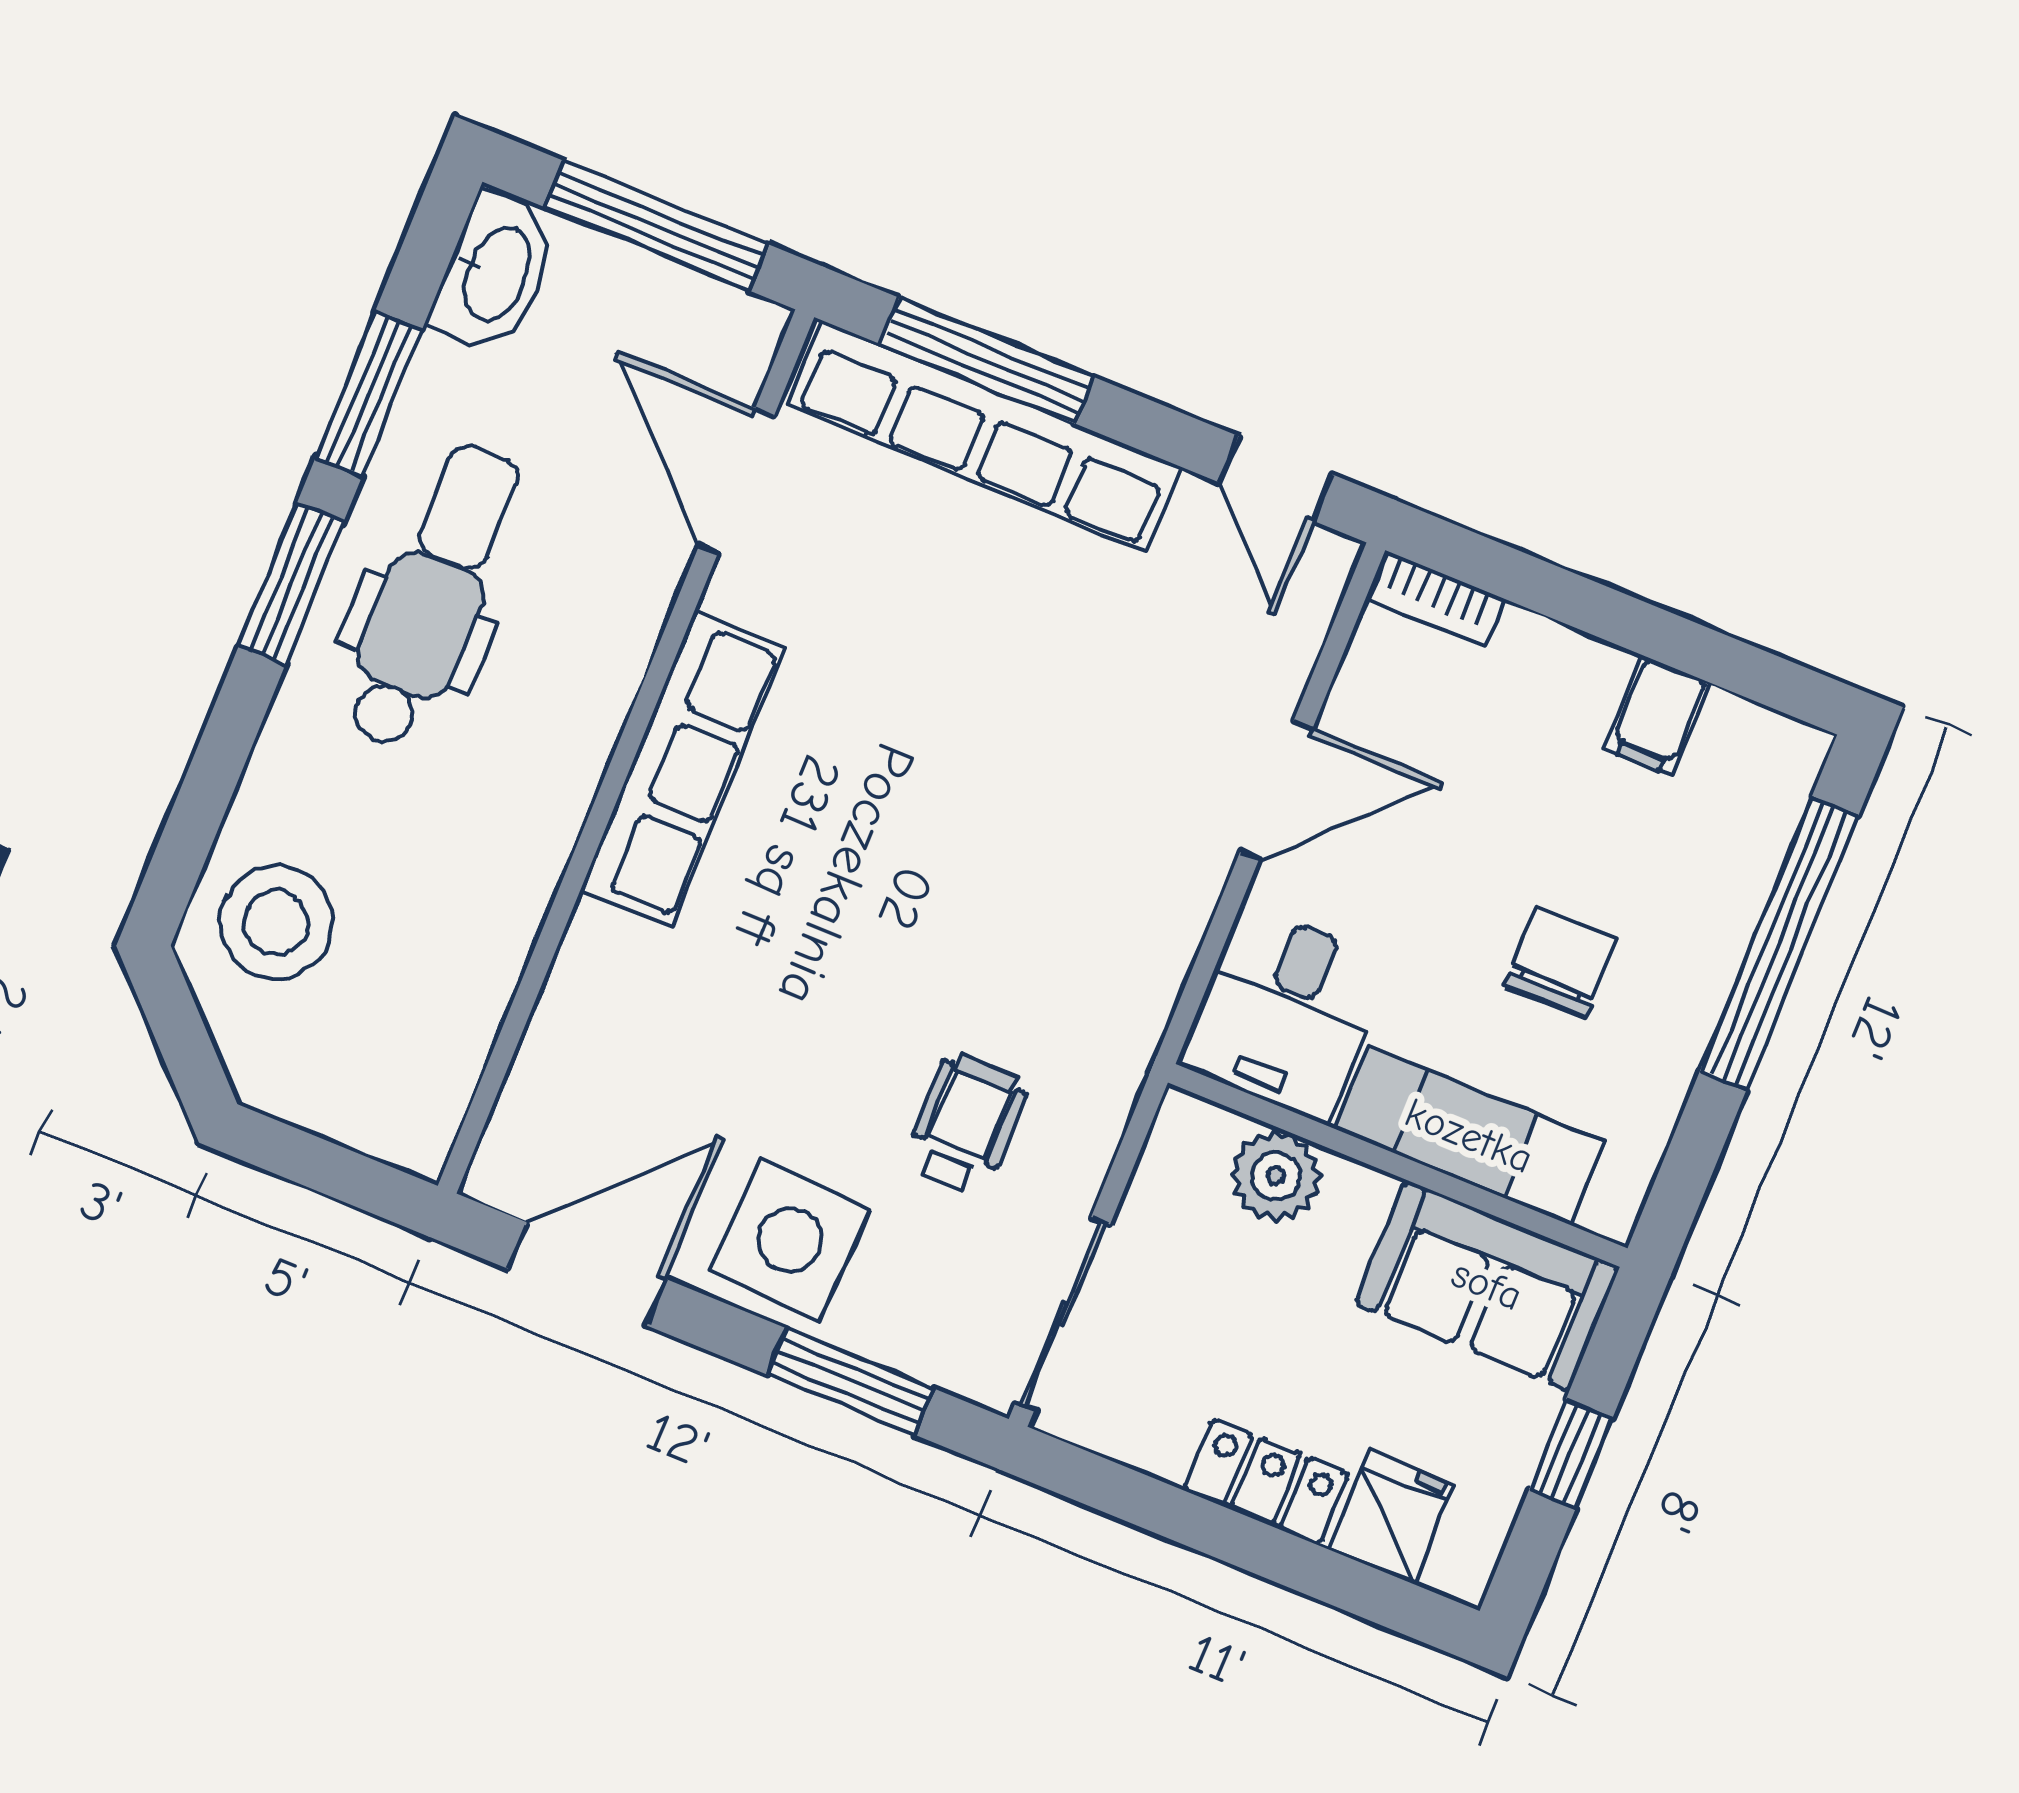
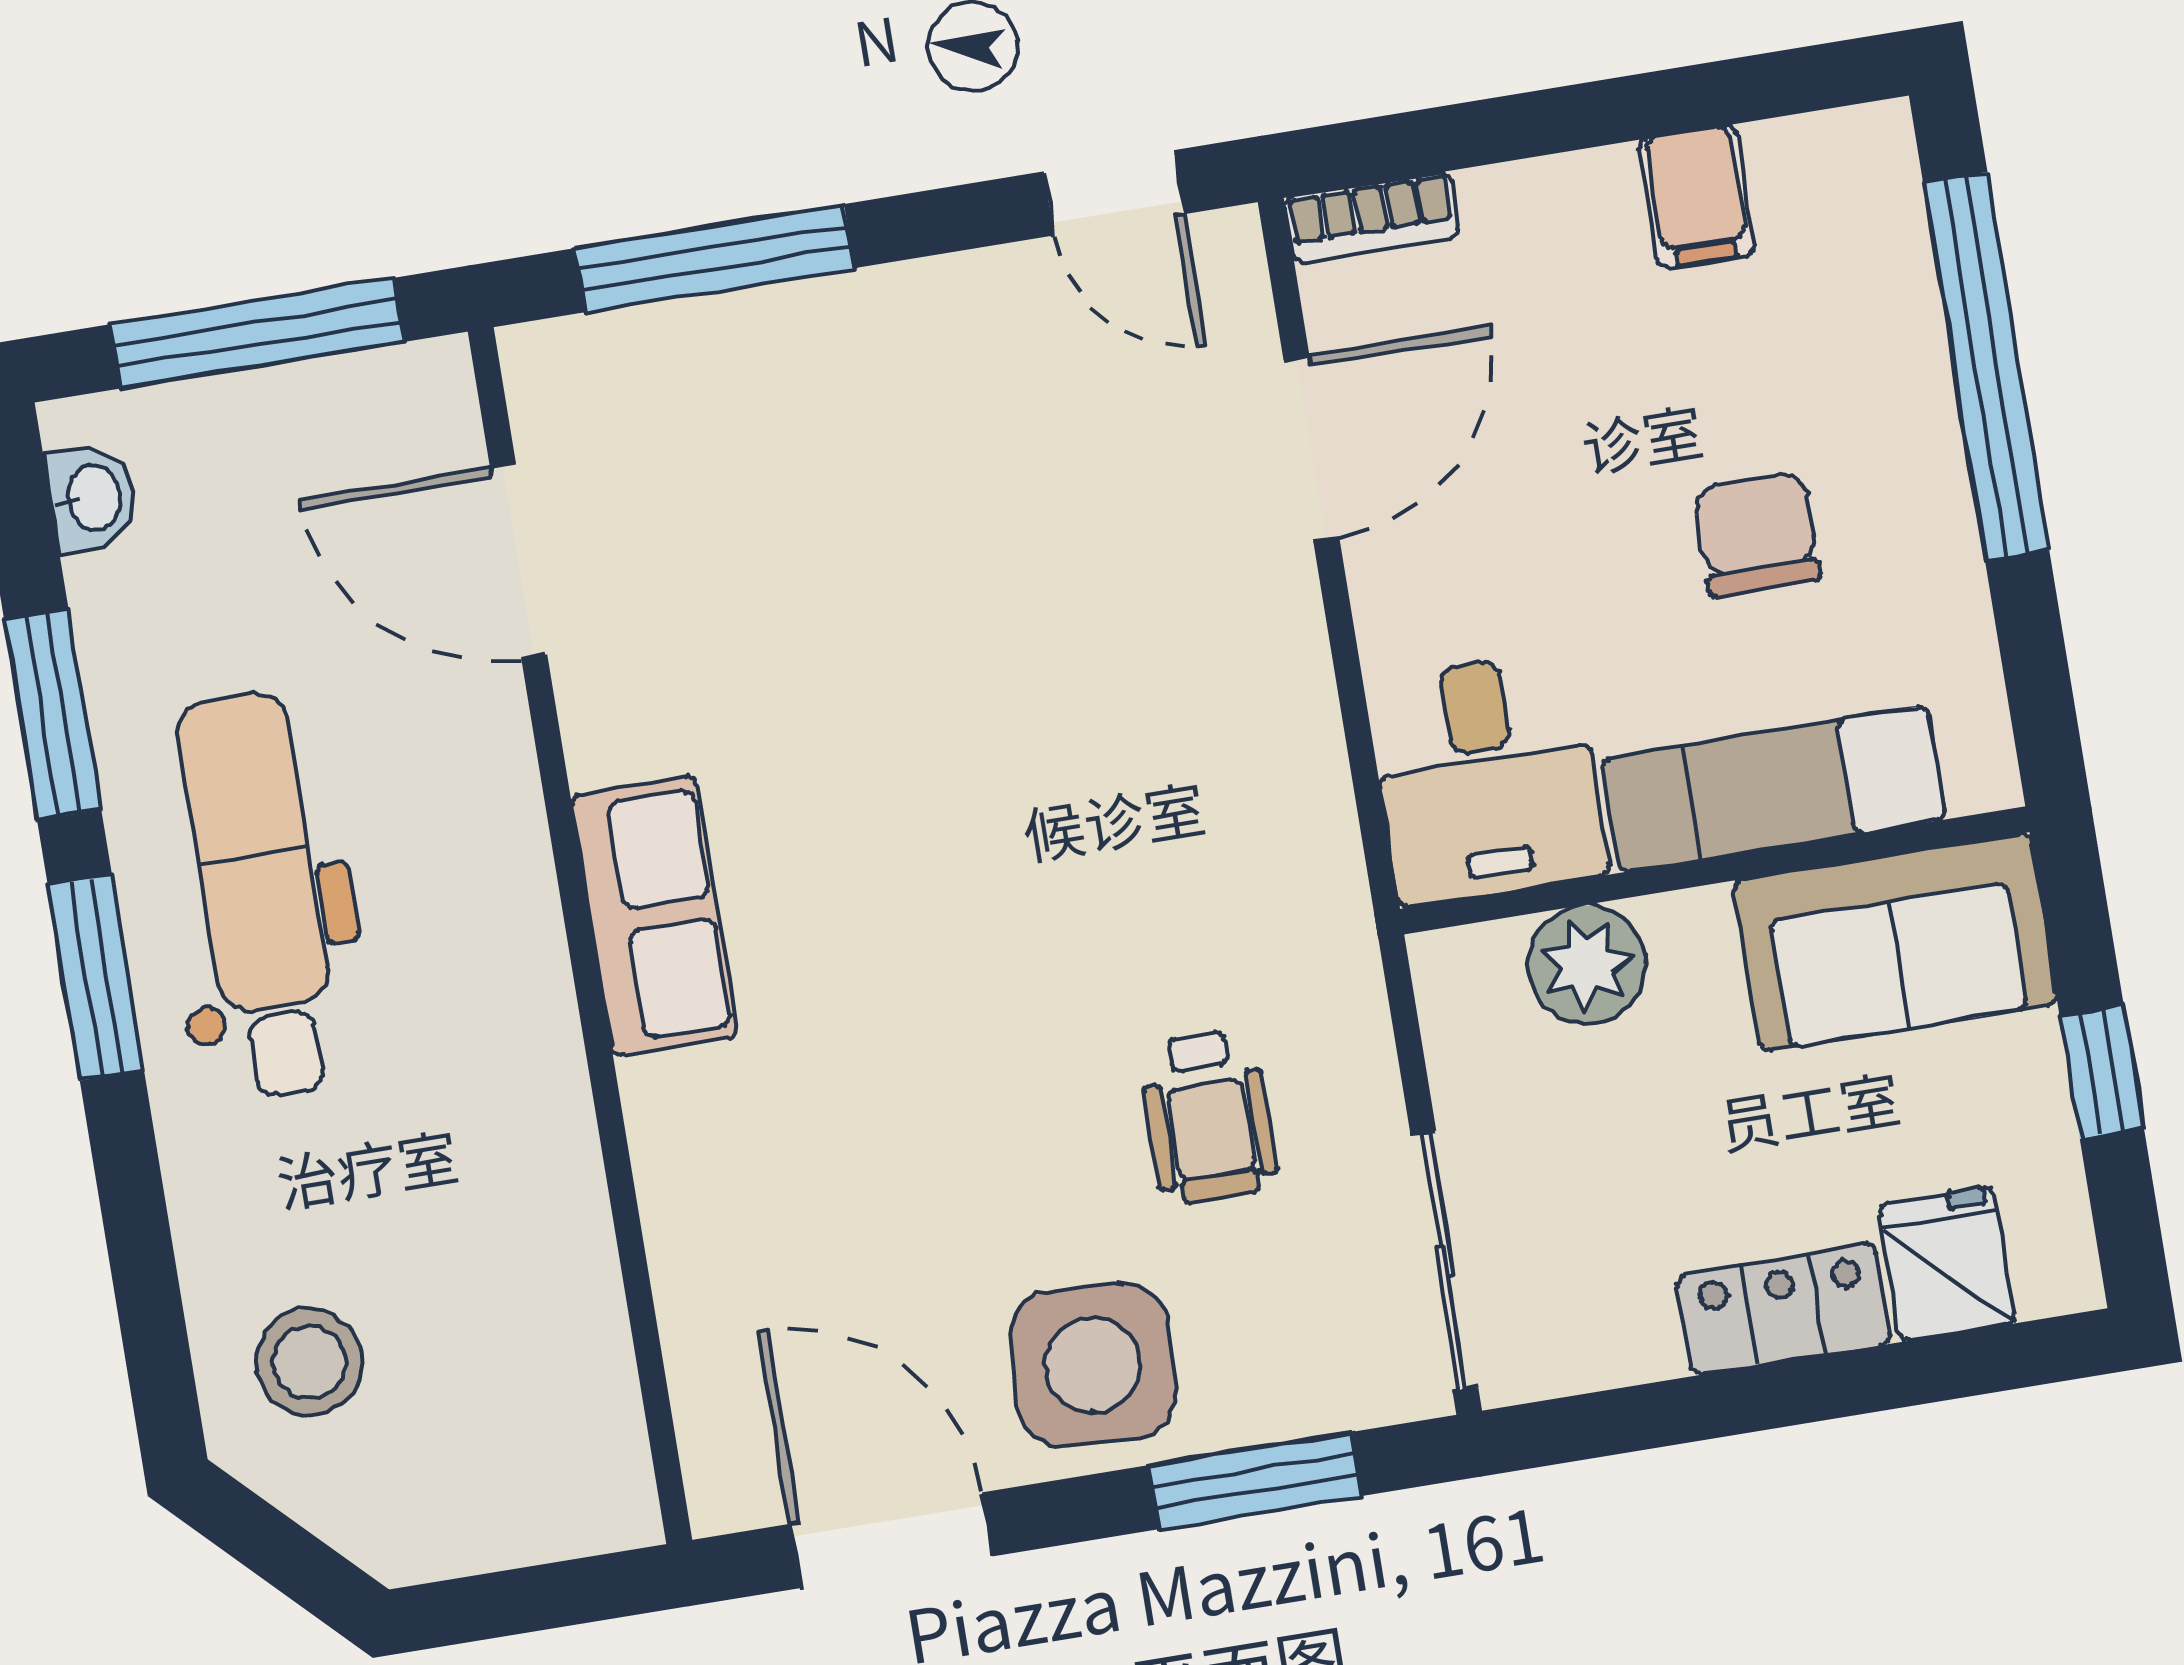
washbasin: (495, 273) -> (92, 498), width x0.52, depth x0.69
row of seats: (985, 436) -> (763, 343), removed
row of seats: (683, 769) -> (654, 916), width x0.68
door: (1276, 791) -> (1311, 449), moved
stool: (276, 923) -> (309, 1362), width x0.73, depth x0.73
wheelchair: (966, 1123) -> (1209, 1117), turned 180
door: (587, 1274) -> (891, 1540), hinge flipped

